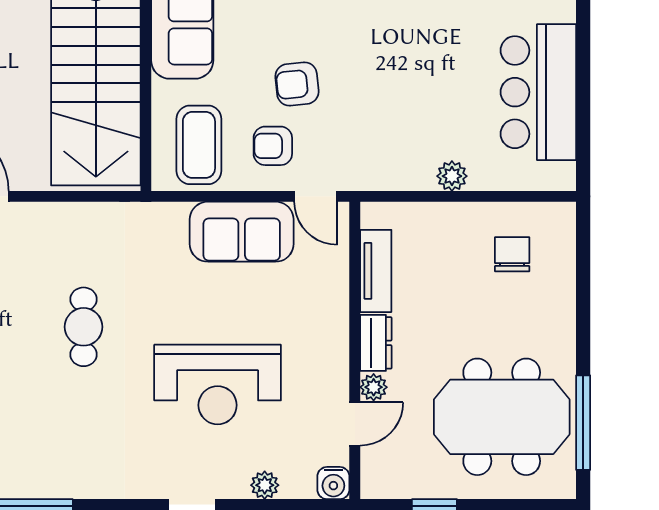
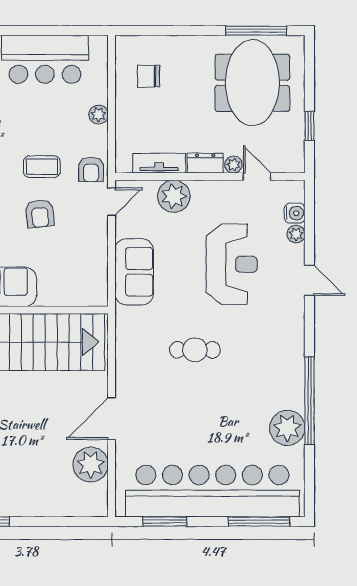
coffee table: (199, 145) -> (42, 167), moved, width x0.73, depth x0.77
armchair: (273, 146) -> (91, 169), moved
sofa: (242, 232) -> (134, 272), moved
plant: (324, 294) -> (174, 196), added
water cooler: (333, 483) -> (295, 213), moved

